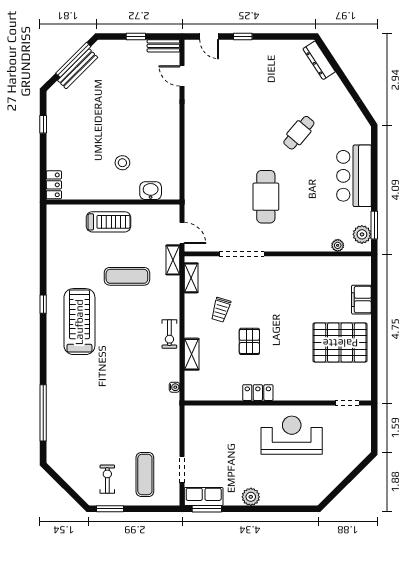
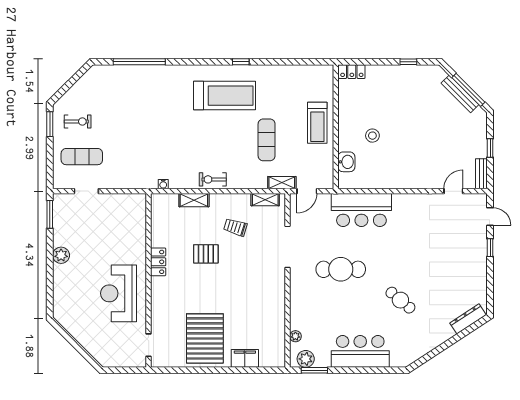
door: (209, 37) -> (490, 217), swing flipped
bar counter: (202, 175) -> (361, 210), added
reception desk: (292, 435) -> (119, 293), turned 180
row of seats: (204, 497) -> (61, 211), removed

